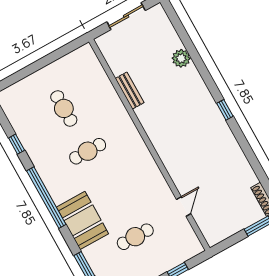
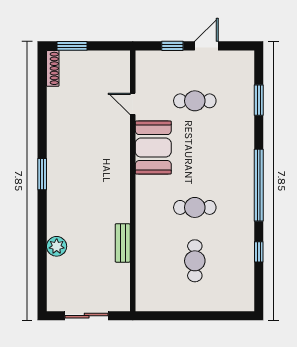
window: (225, 110) -> (42, 174), width x1.50
door: (184, 207) -> (133, 104), hinge flipped
booth: (82, 220) -> (153, 148), moved

